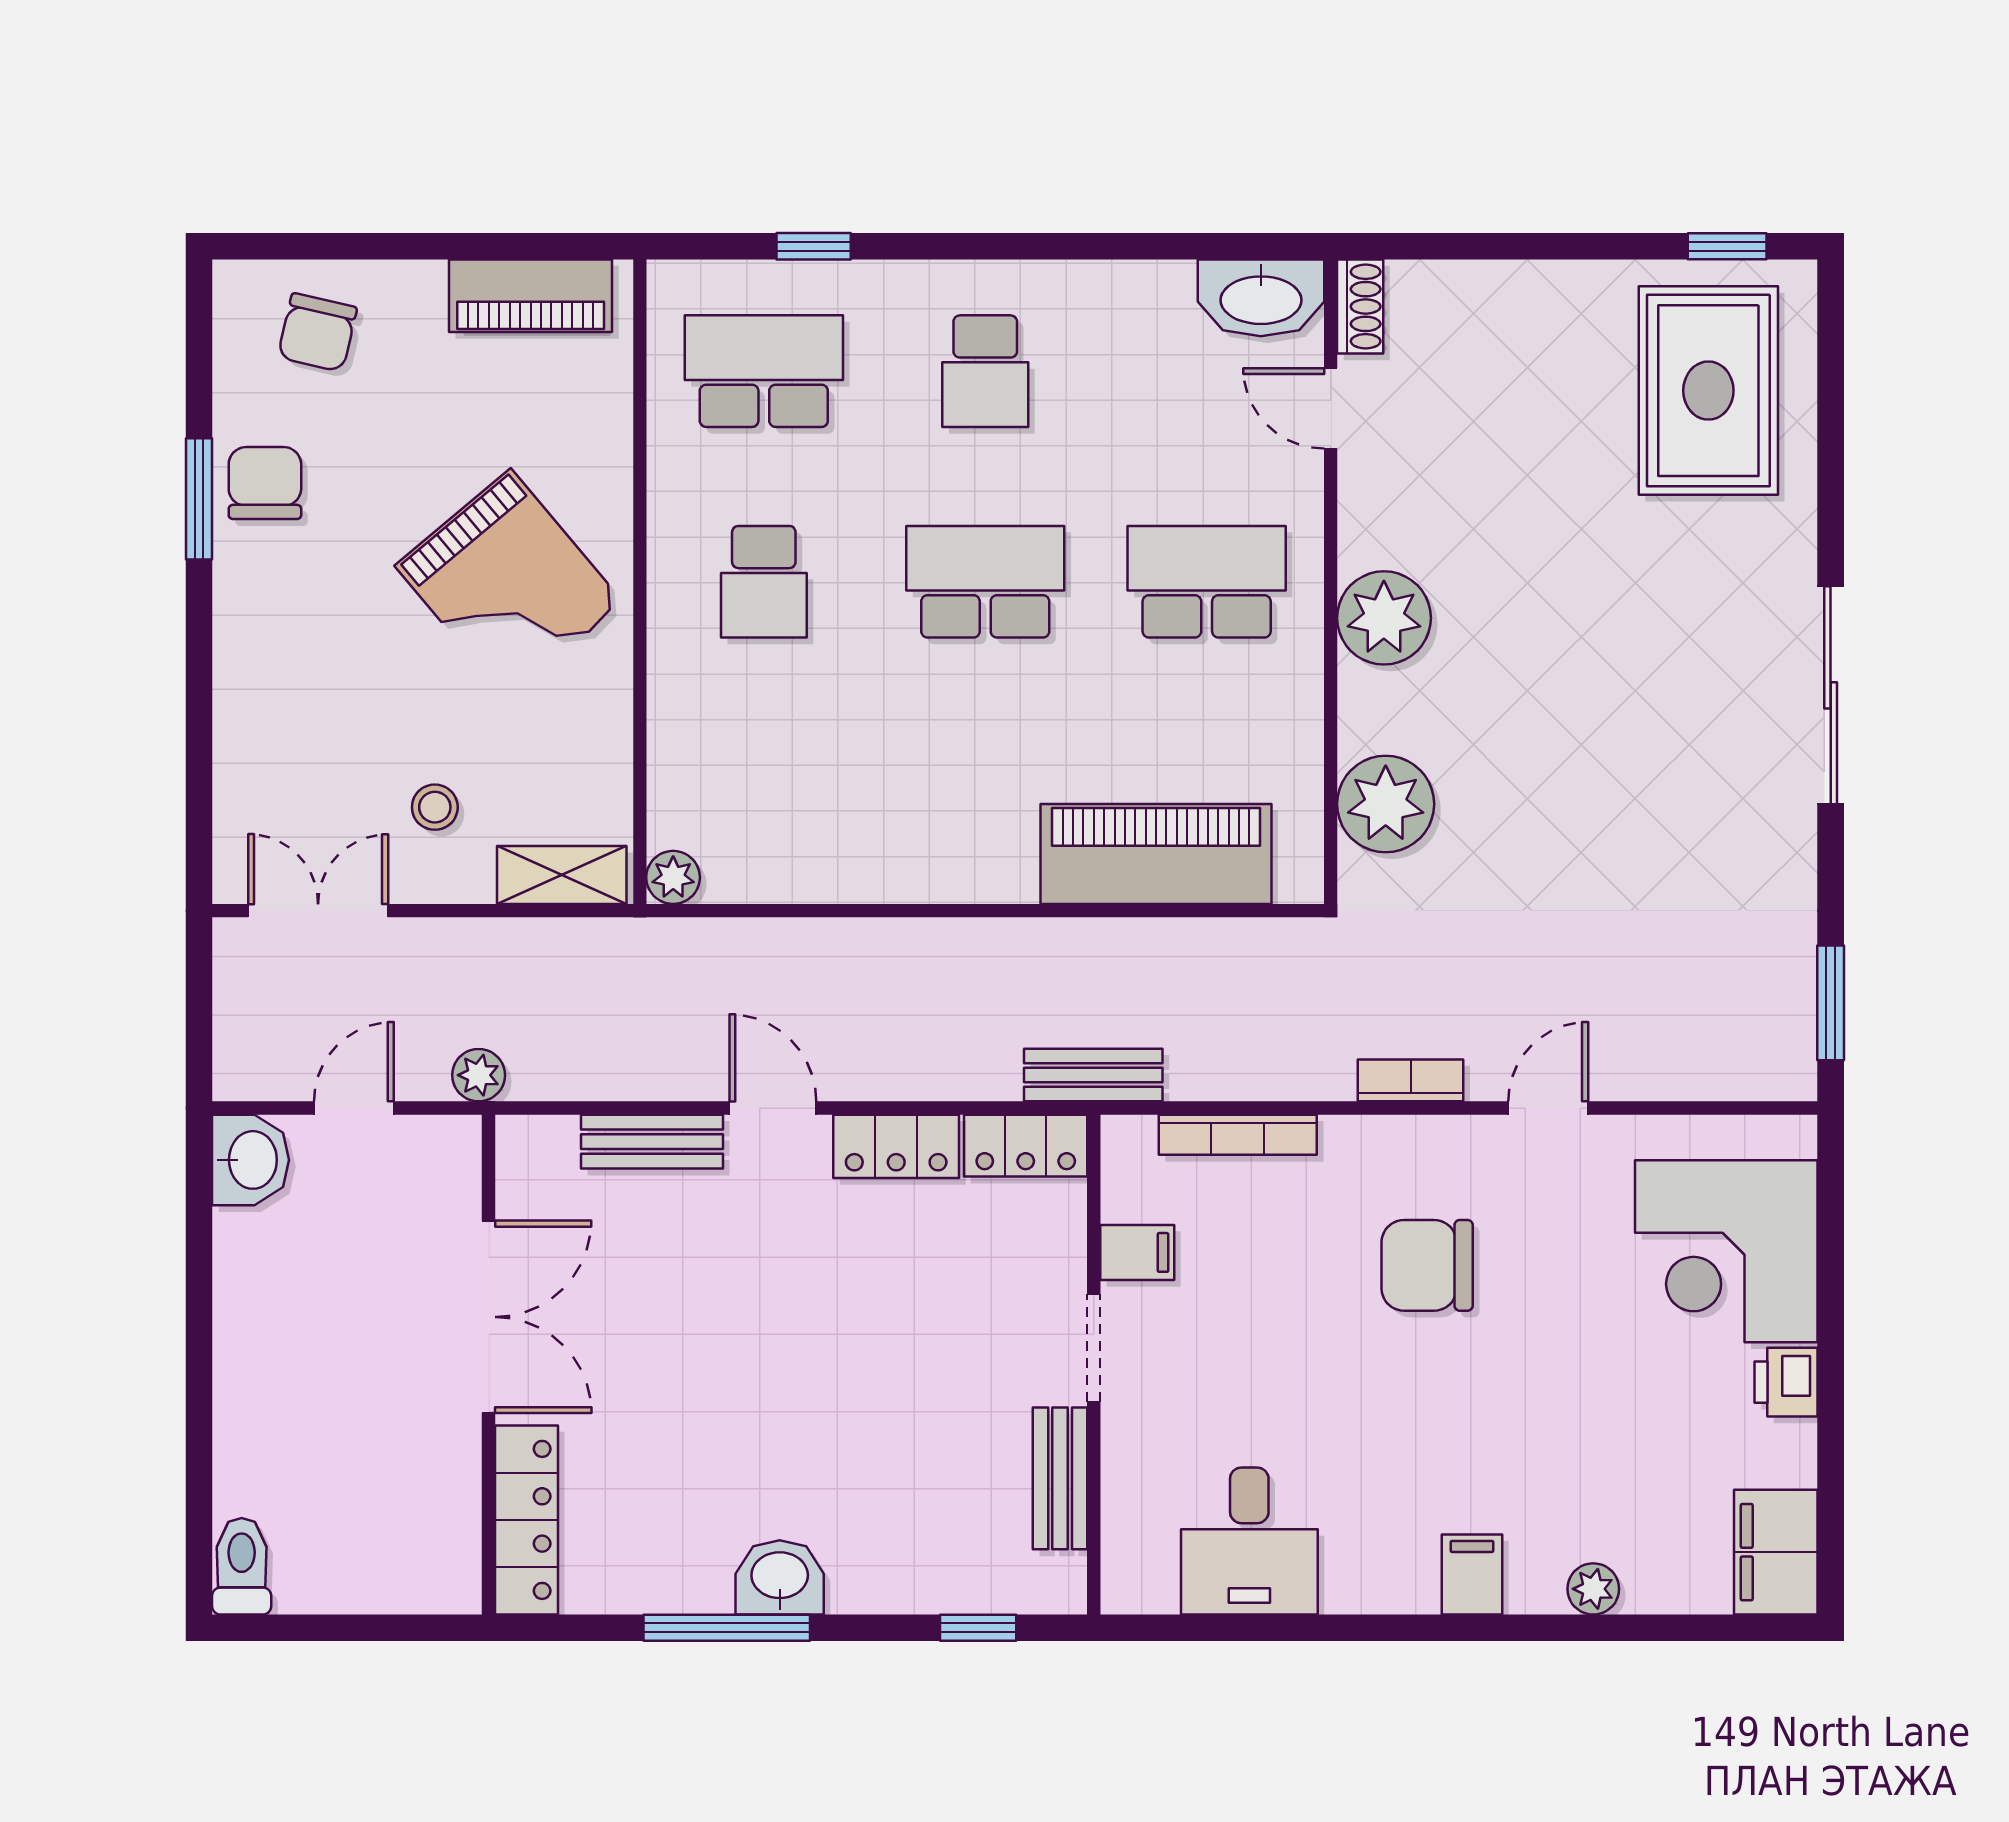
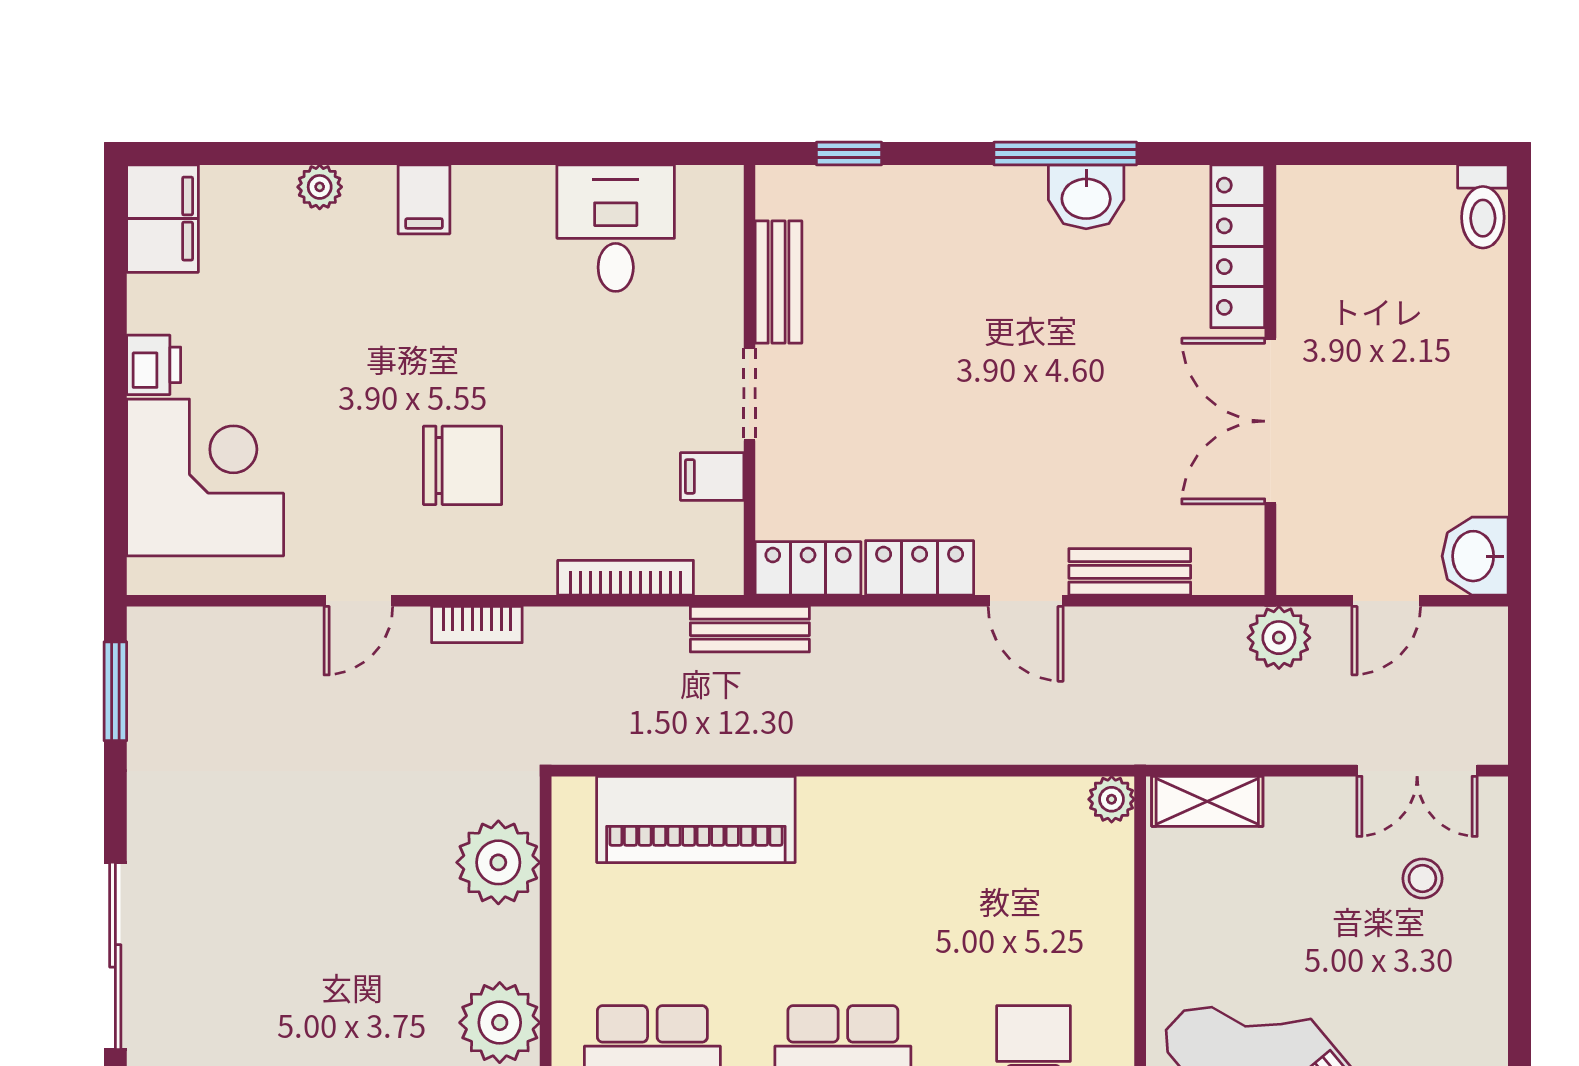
stool: (435, 807) -> (1422, 878), moved
plant: (479, 1075) -> (1279, 638), width x1.38, depth x1.38
washbasin: (780, 1577) -> (1086, 197), moved

